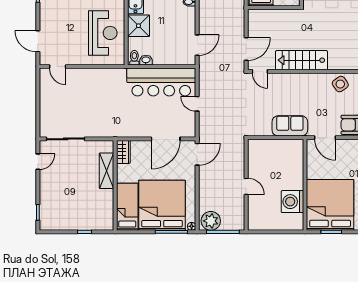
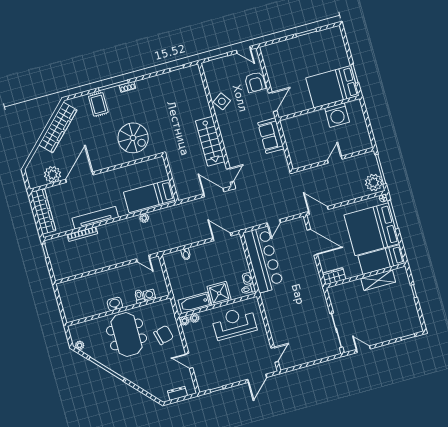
shelving: (106, 171) -> (378, 280), moved
bed: (330, 205) -> (332, 87), width x0.73

